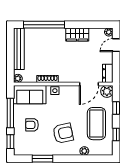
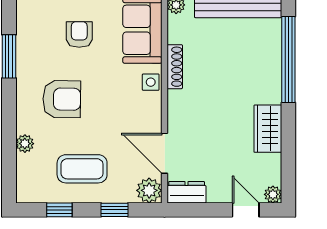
coffee table: (96, 124) -> (82, 169), width x0.73, depth x0.76
armchair: (63, 133) -> (62, 99), turned -77

